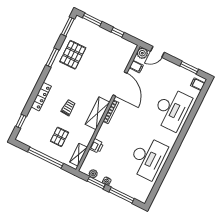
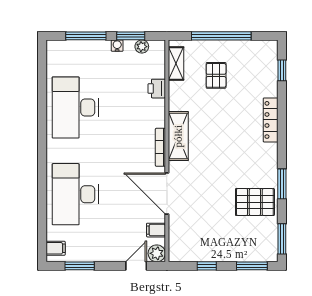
pallet: (73, 55) -> (255, 202), turned 90
trolley: (68, 108) -> (224, 123), removed

